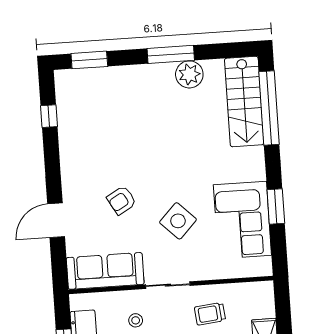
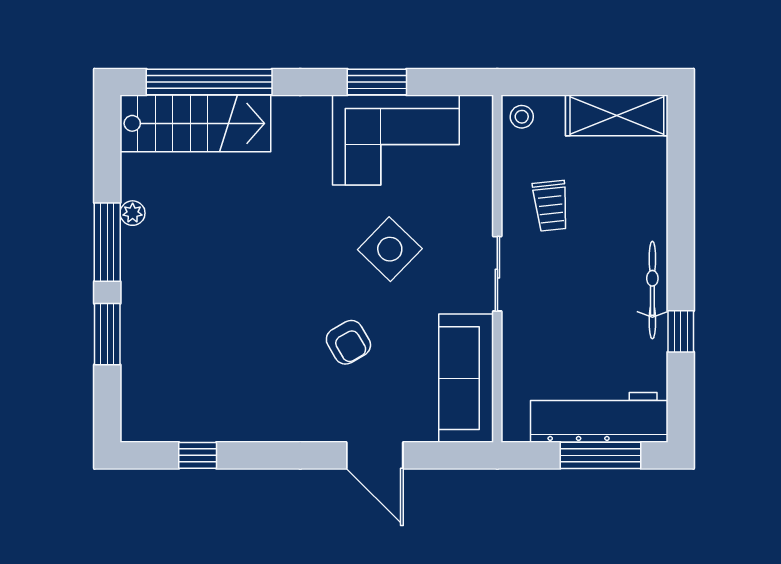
window: (89, 60) -> (107, 334), moved
plant: (189, 74) -> (133, 213), width x0.53, depth x0.53
stool: (136, 320) -> (522, 117), moved

